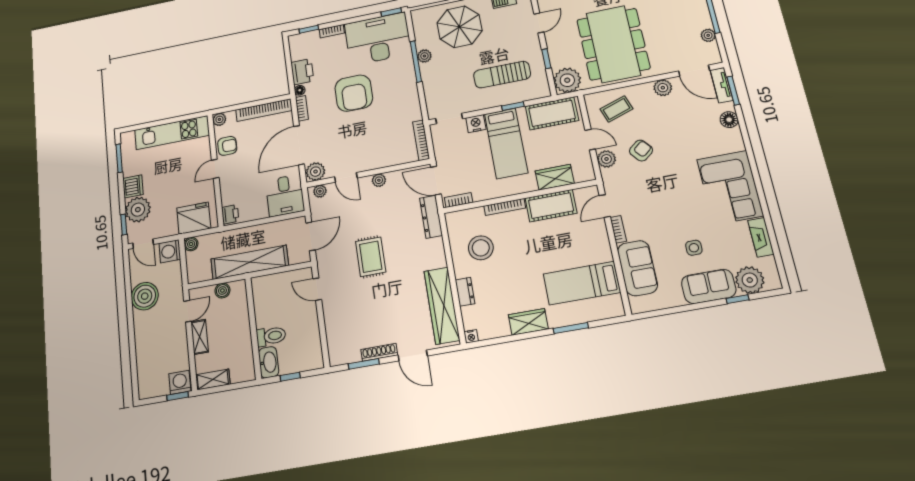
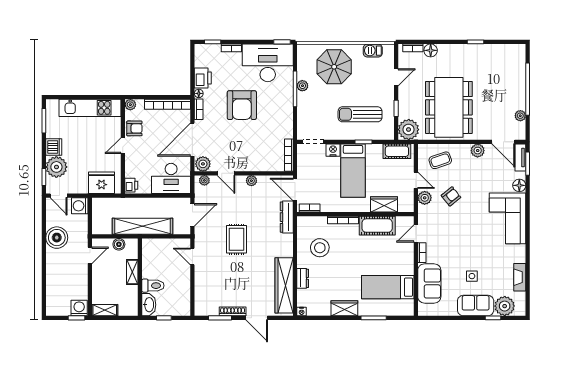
cot: (552, 113) -> (397, 151), width x0.73, depth x0.75
corner sofa: (730, 187) -> (507, 218), moved
desk: (285, 195) -> (171, 178), width x1.37
boiler: (191, 244) -> (97, 203), removed
shelving: (200, 337) -> (132, 272), moved

